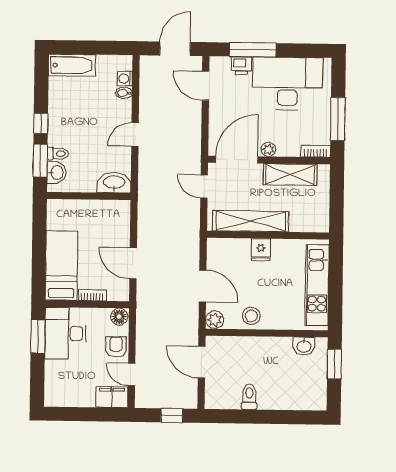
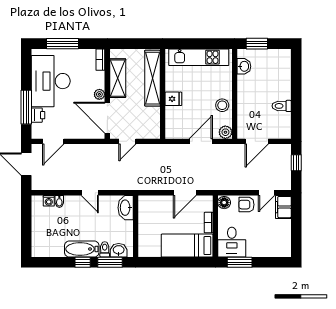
bathtub: (72, 65) -> (82, 249), moved, turned -90
window: (338, 119) -> (62, 44), moved
shelving: (251, 221) -> (152, 78), moved
desk: (65, 333) -> (232, 242), width x0.73

